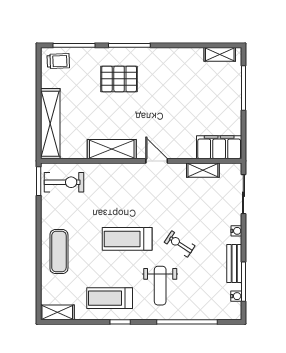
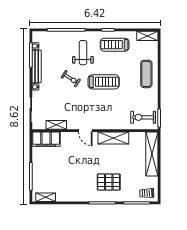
bench: (234, 263) -> (37, 66), width x1.36
treadmill: (110, 298) -> (115, 45), turned 180

